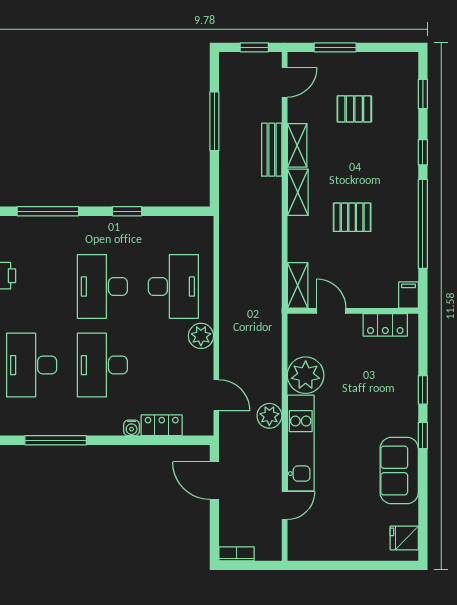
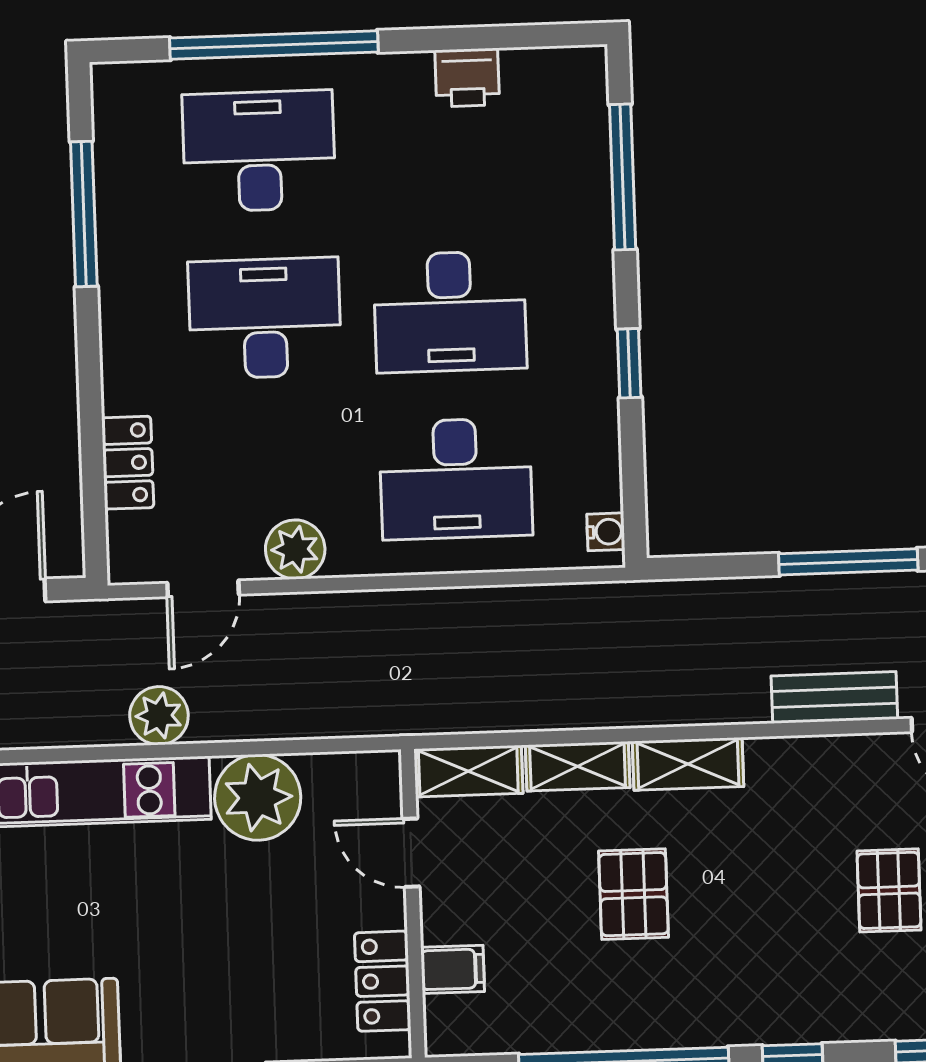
shelving: (297, 145) -> (578, 766), moved
bench: (272, 150) -> (834, 697), moved
desk: (102, 286) -> (450, 312), turned 180
filing cabinet: (409, 295) -> (453, 969), moved
door: (331, 311) -> (411, 853), swing flipped
plant: (201, 336) -> (295, 549), moved
water cooler: (132, 428) -> (606, 532), moved, turned 180

